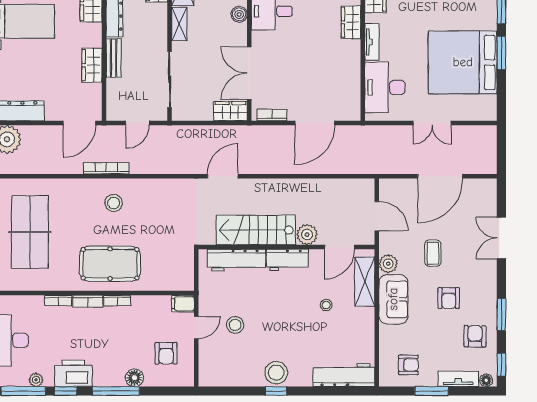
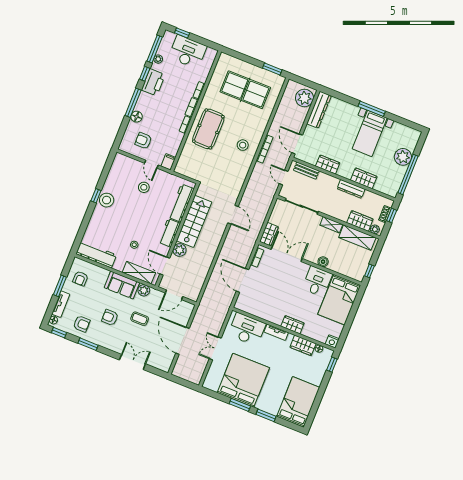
bench: (114, 58) -> (306, 170), moved
workbench: (344, 375) -> (96, 254), moved, turned -90

